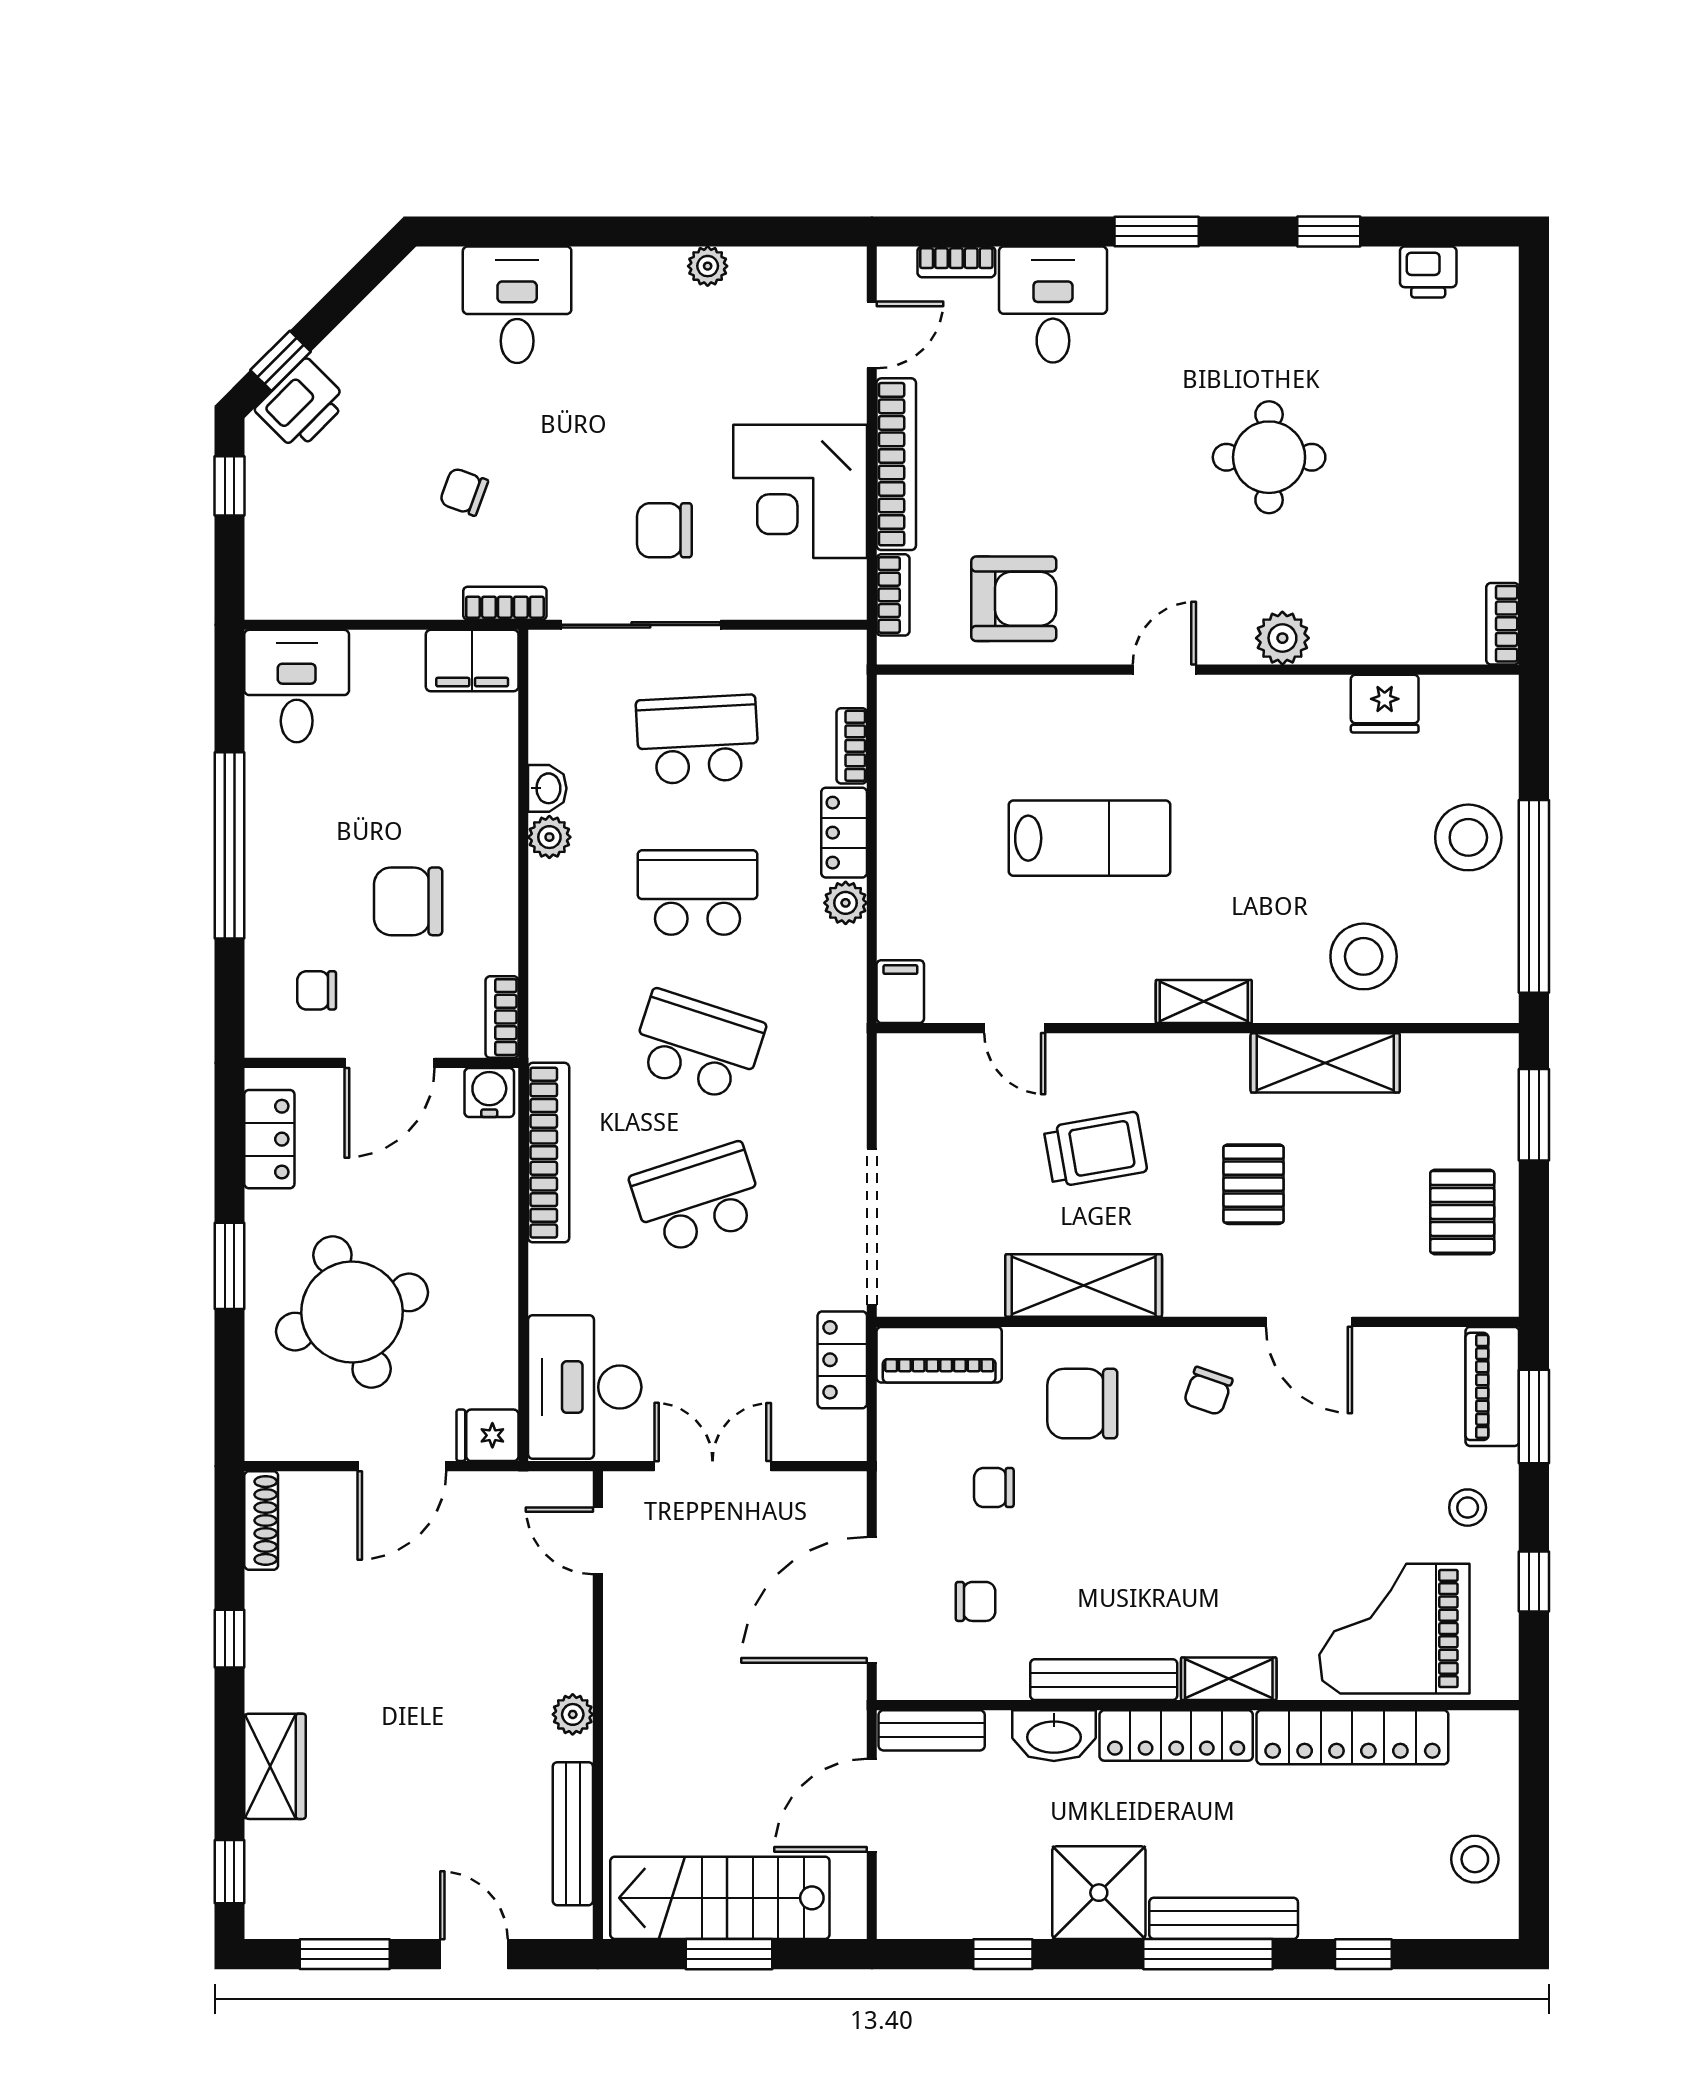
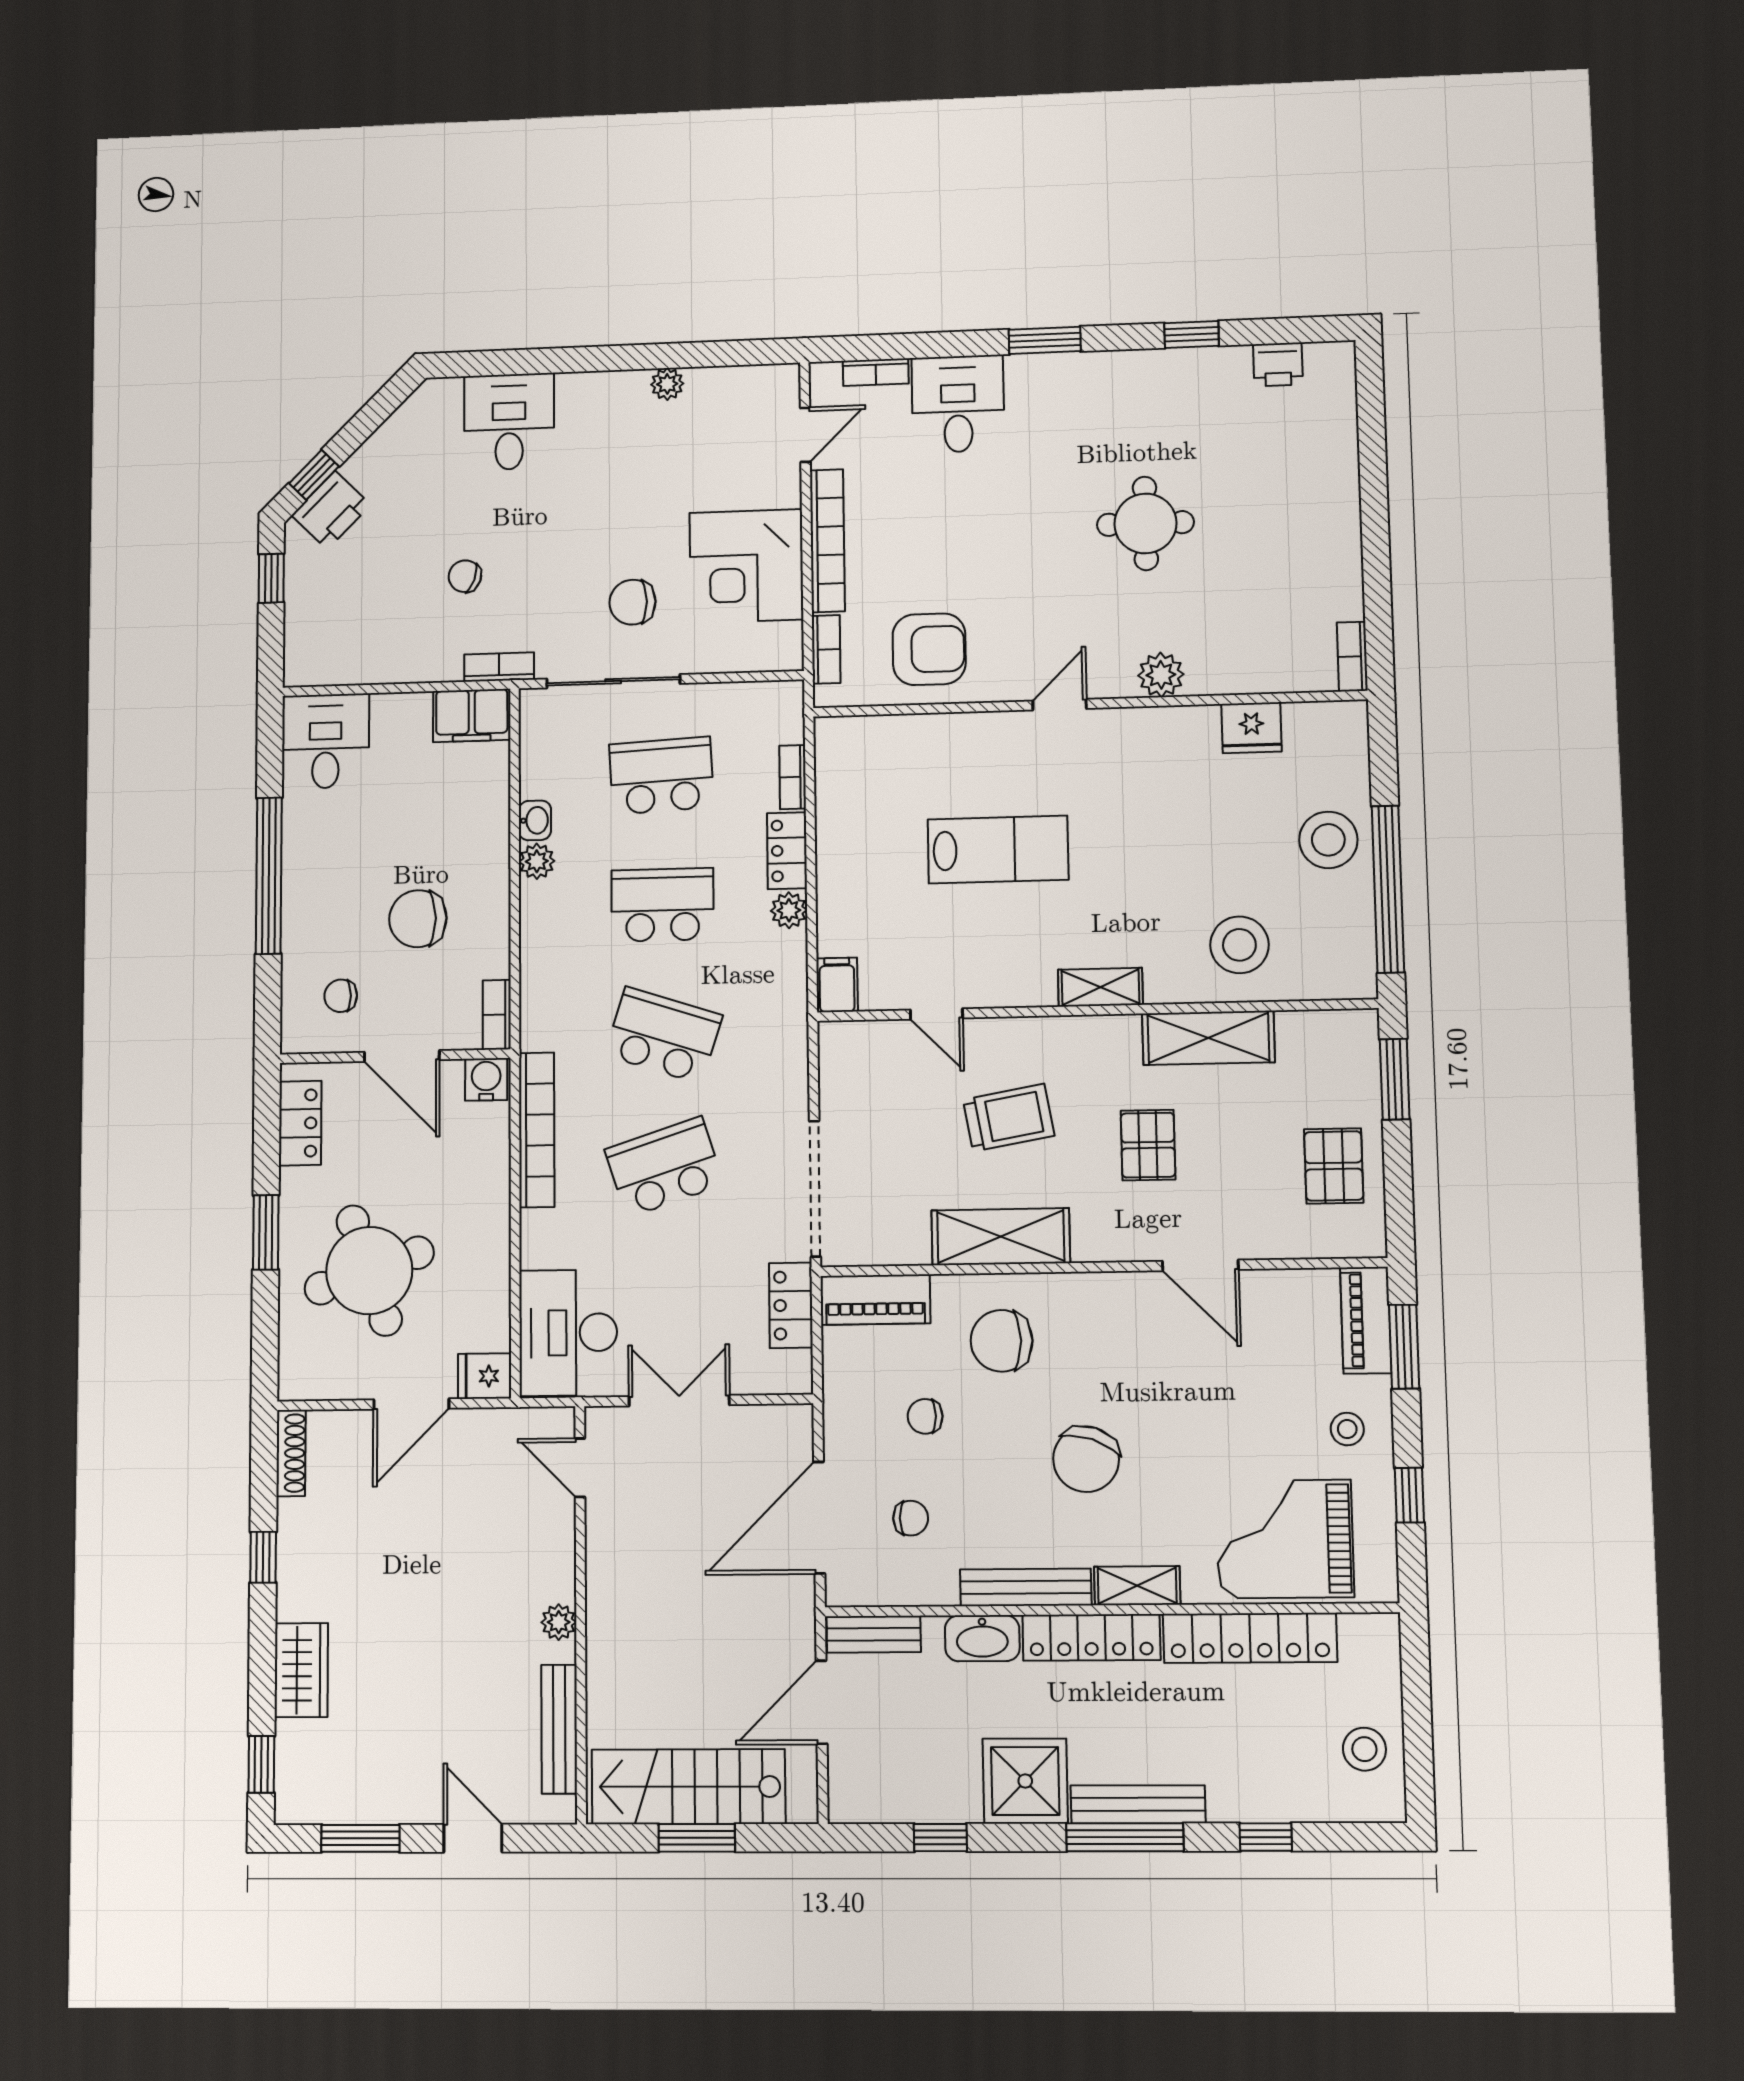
door: (390, 1063) -> (402, 1056), hinge flipped
chair: (1208, 1391) -> (1086, 1459), moved, width x1.87, depth x1.87

